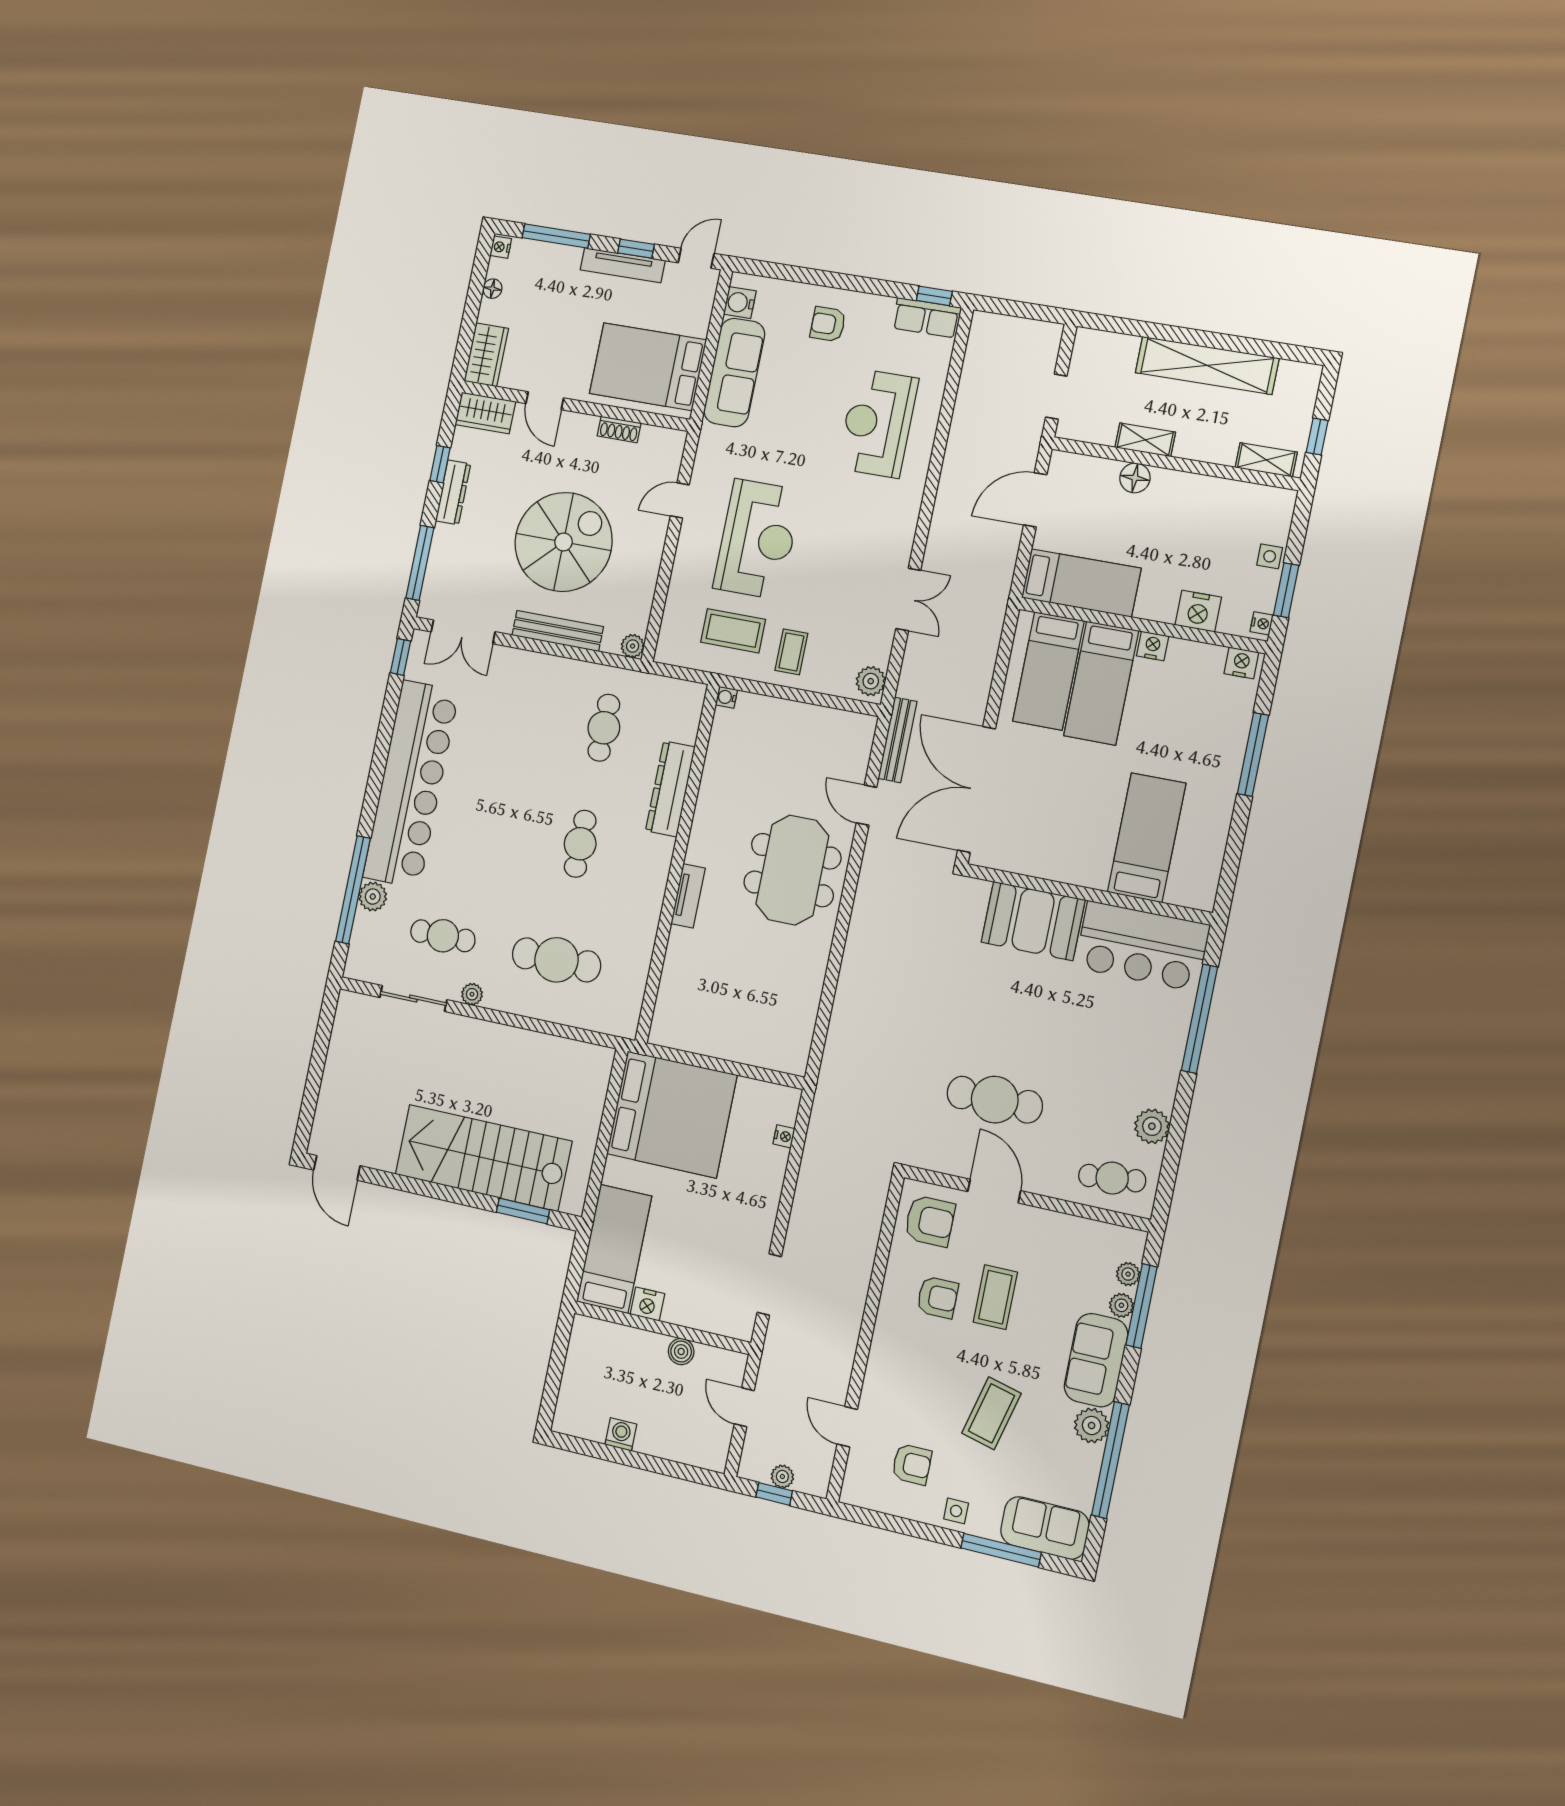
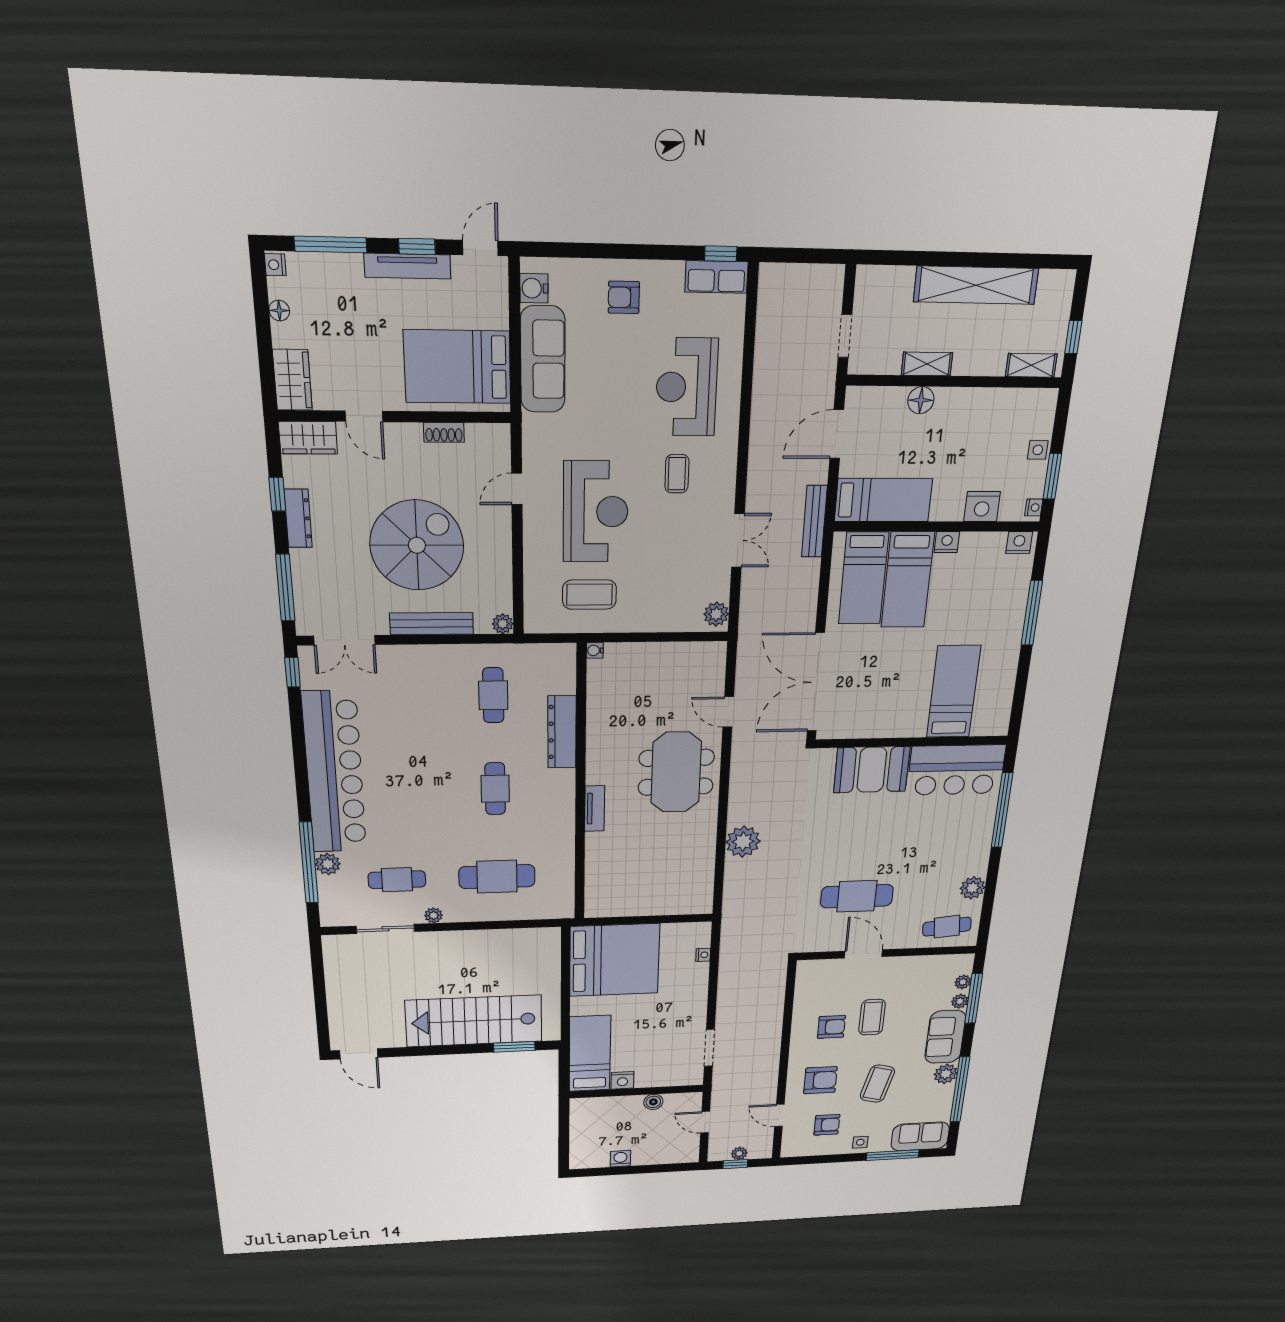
coffee table: (791, 652) -> (677, 474), moved
bench: (897, 740) -> (814, 521), moved
plant: (859, 984) -> (743, 842), added
armchair: (930, 1221) -> (820, 1080), moved

